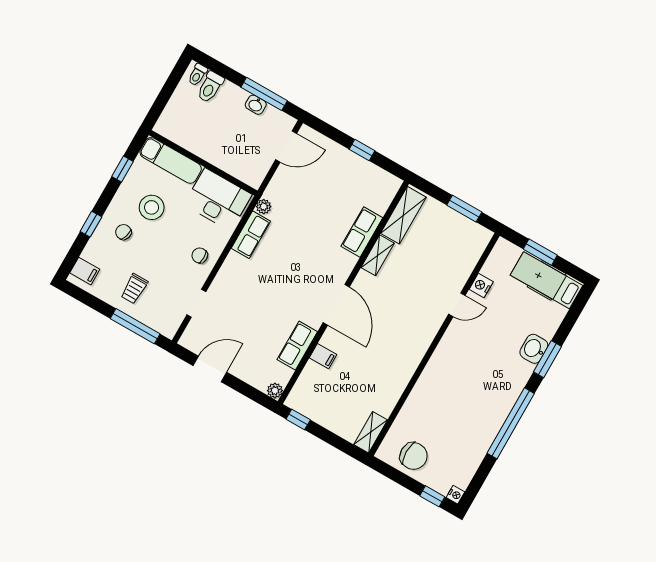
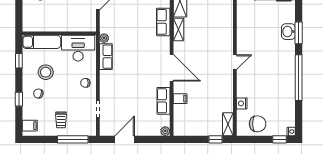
nightstand: (481, 285) -> (242, 103), moved
door: (457, 305) -> (235, 62), moved
window: (298, 420) -> (216, 139), moved

